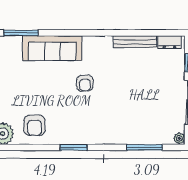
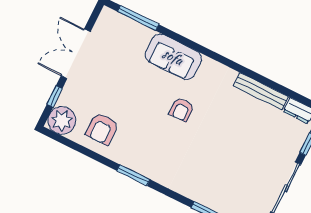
sofa: (52, 48) -> (173, 57), width x0.73

